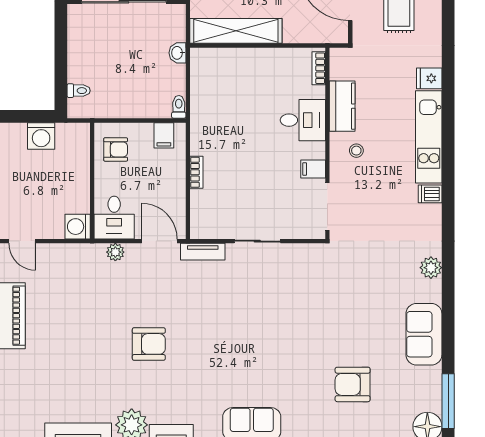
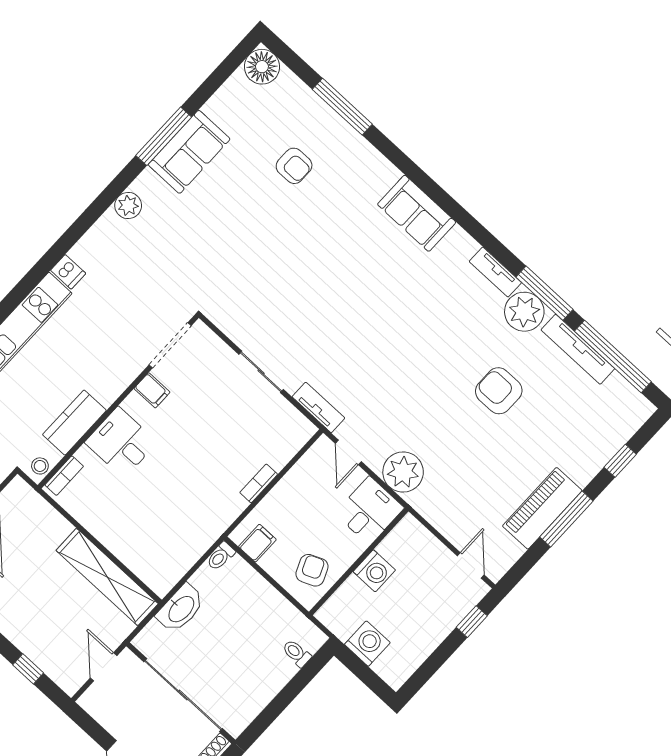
washbasin: (178, 53) -> (181, 609), width x1.91, depth x1.45
armchair: (116, 149) -> (312, 570), turned 67
stool: (356, 151) -> (40, 466), moved
washing machine: (78, 227) -> (374, 571), moved
door: (159, 241) -> (348, 452), width x0.73
plant: (115, 252) -> (403, 472), width x1.88, depth x1.88
armchair: (149, 344) -> (499, 391), moved
armchair: (353, 384) -> (294, 166), width x0.72, depth x0.72
window: (448, 401) -> (164, 136), moved

